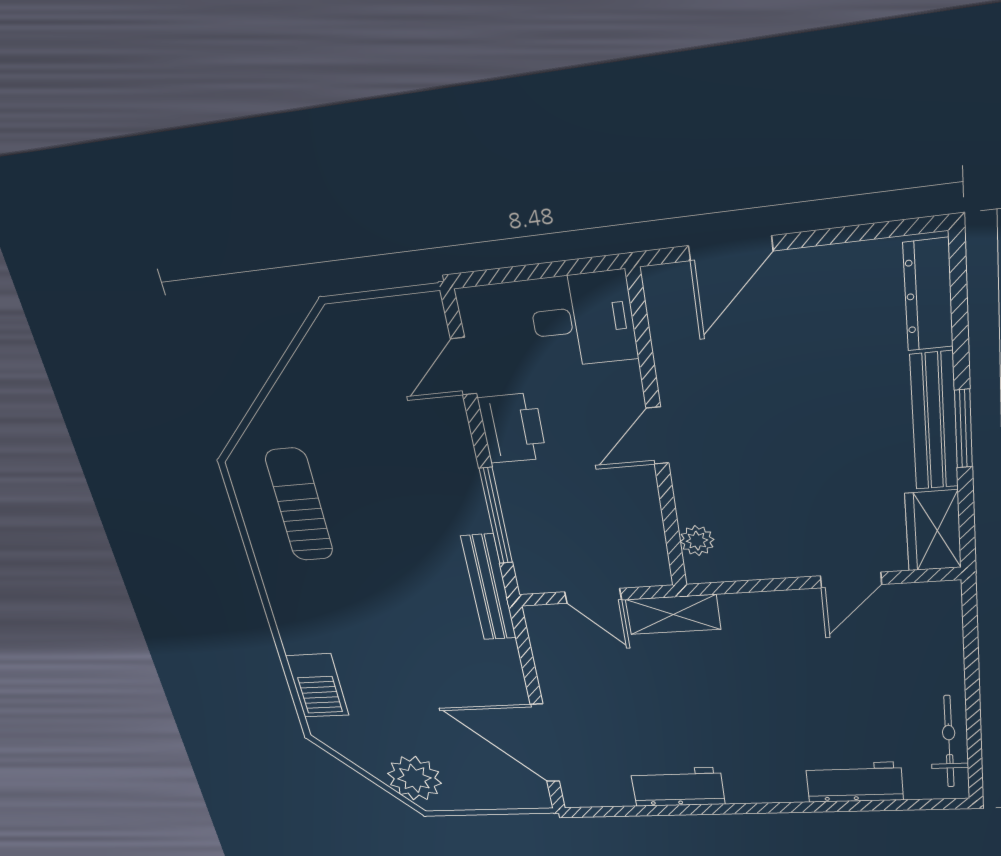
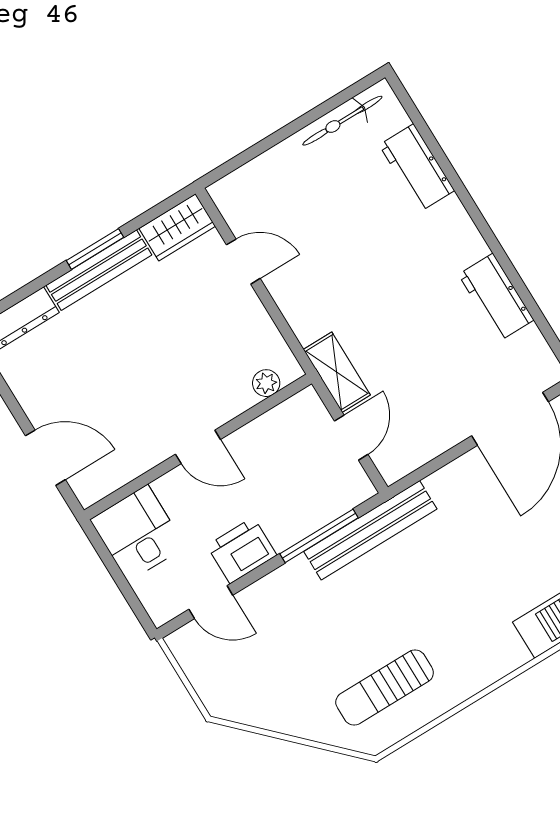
bench: (489, 587) -> (370, 530), width x1.37, depth x1.21

